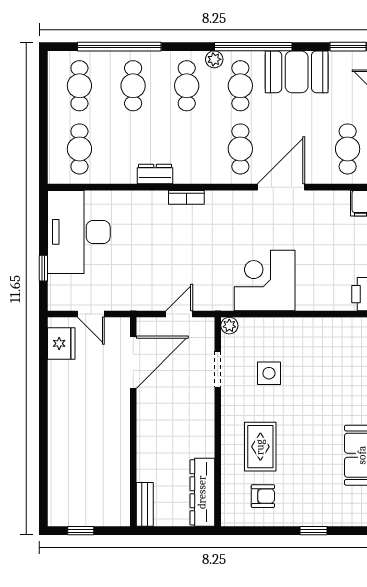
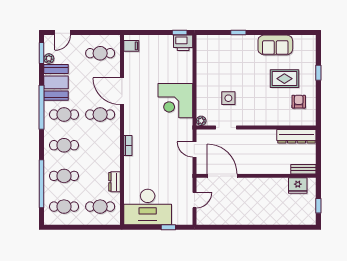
plant: (214, 59) -> (49, 59), moved
dresser: (155, 174) -> (114, 182), moved
fridge: (61, 343) -> (298, 185), moved, turned 180
rug: (260, 447) -> (284, 79), moved

